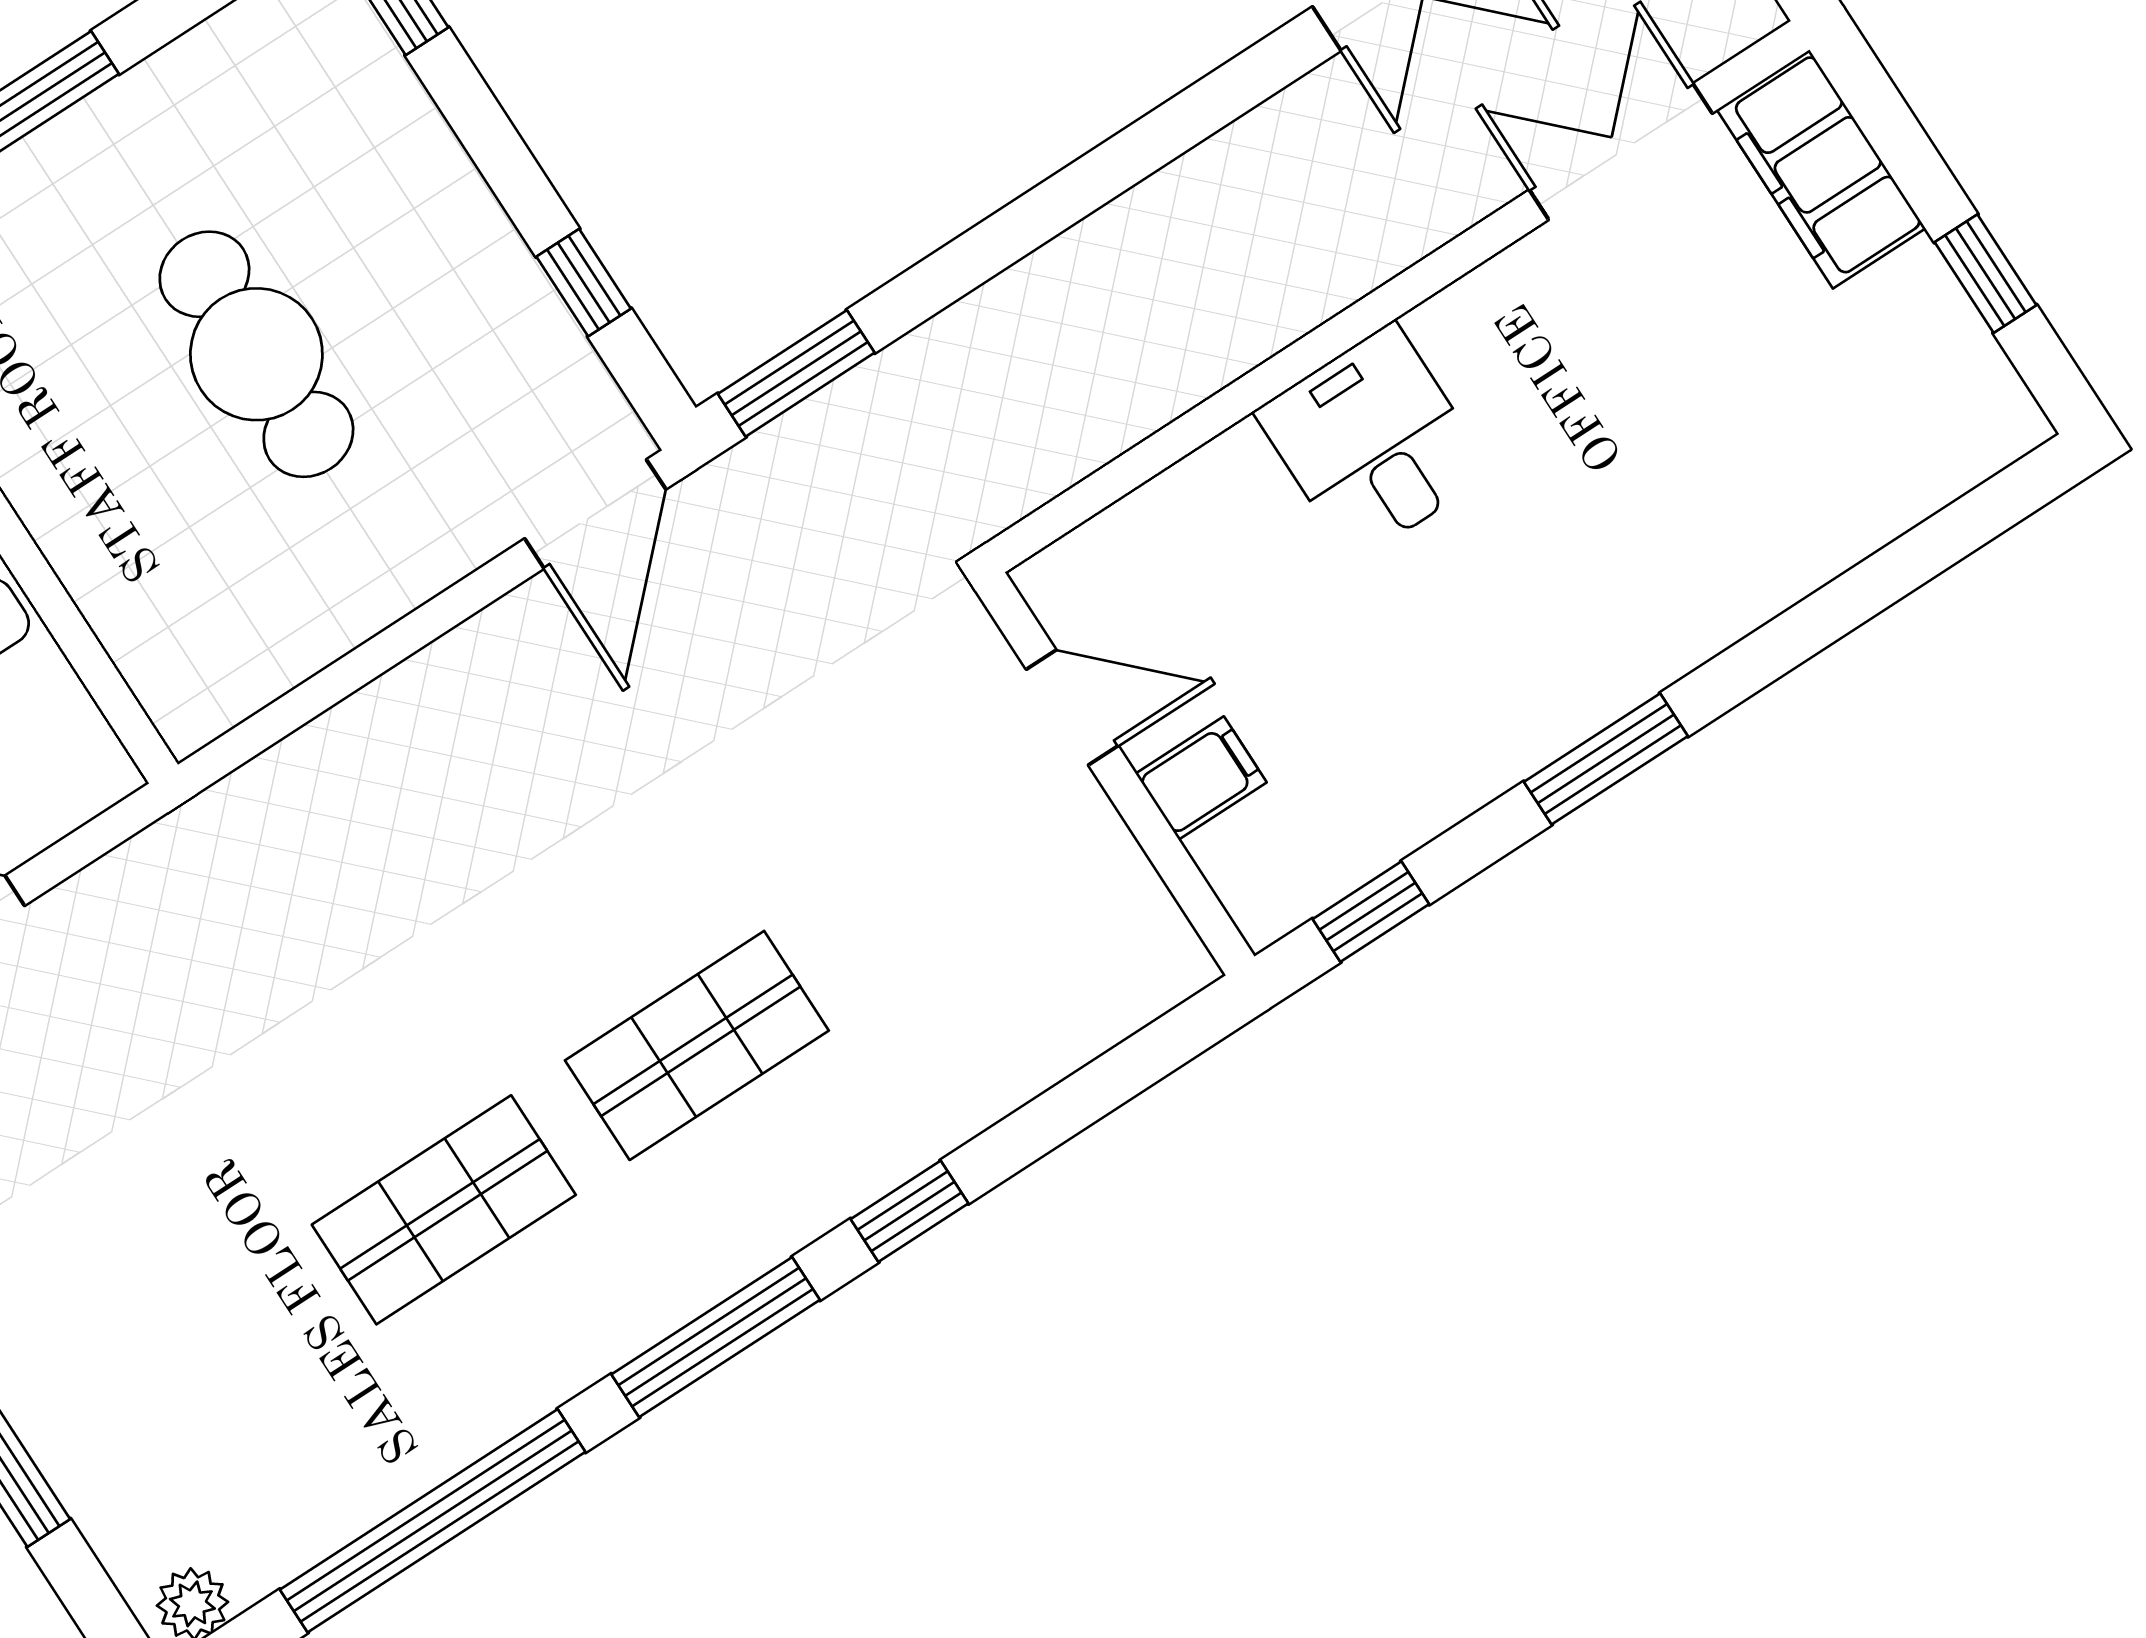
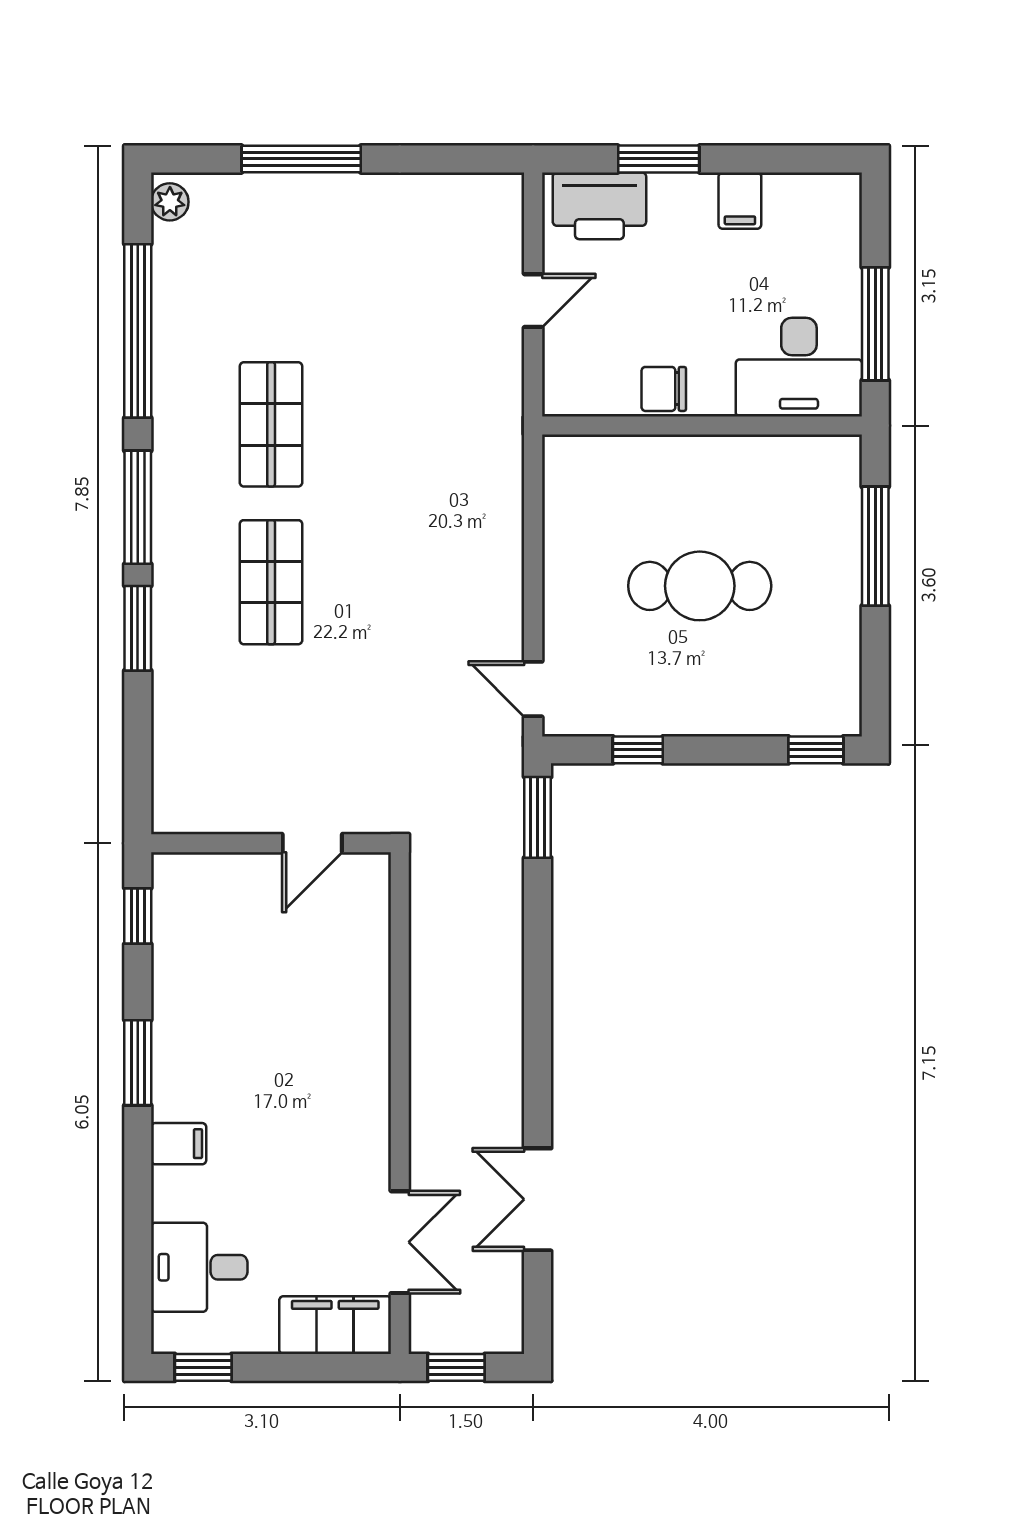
window: (1985, 274) -> (203, 1367), moved
desk: (1373, 442) -> (199, 1267), moved, turned 180
door: (595, 514) -> (533, 689), width x0.73
filing cabinet: (1201, 778) -> (179, 1144), moved, turned -90
window: (909, 1211) -> (138, 628), width x1.50

